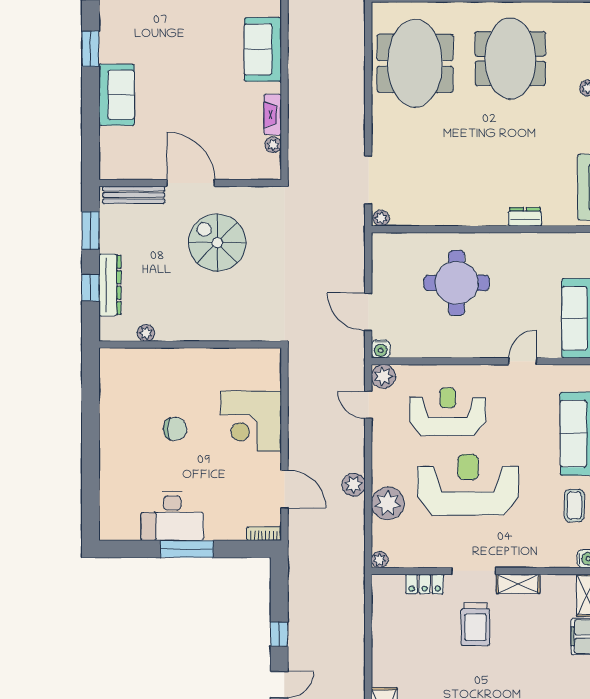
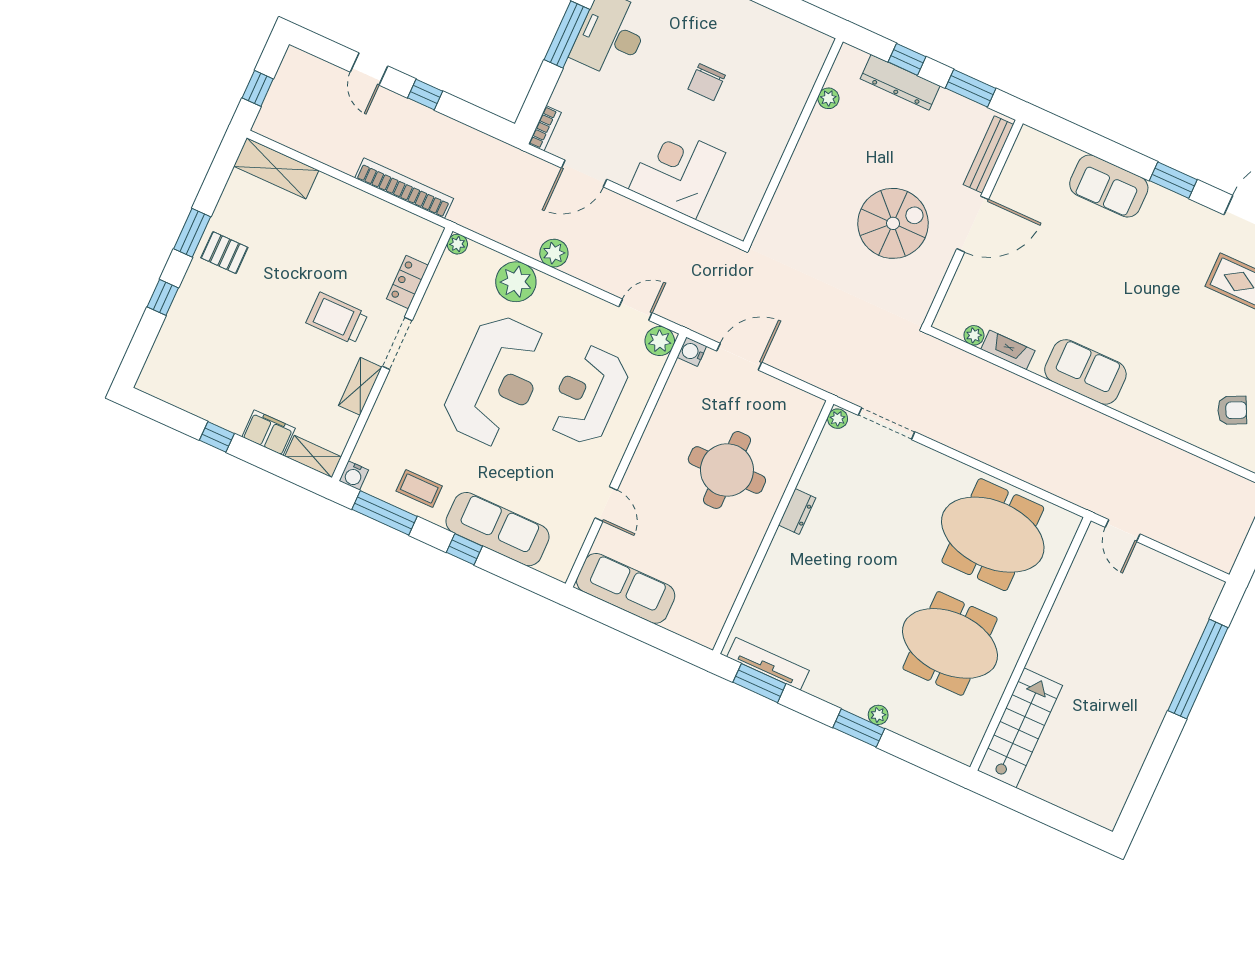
dresser: (525, 217) -> (797, 511), moved
reception desk: (448, 412) -> (588, 395), turned 180
bookcase: (356, 618) -> (404, 188), added

